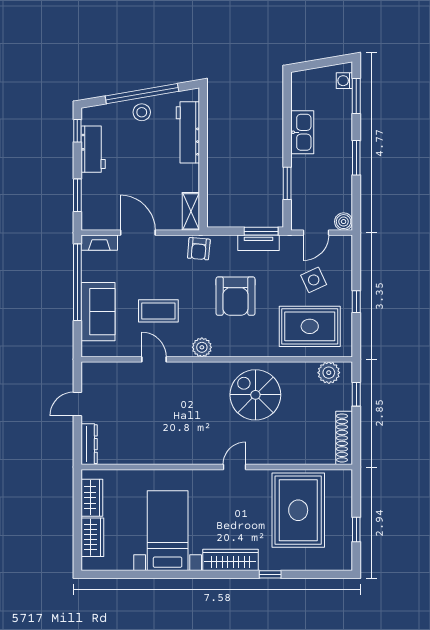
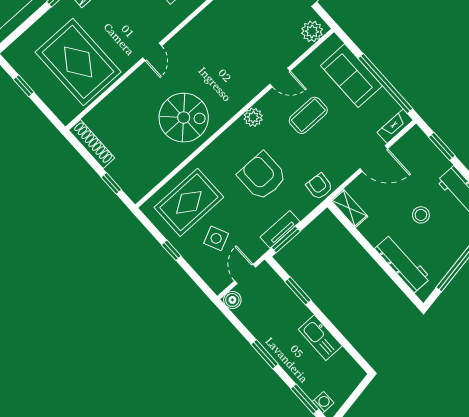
stool: (142, 112) -> (421, 215), moved
plant: (329, 373) -> (312, 31), moved

